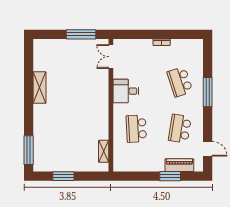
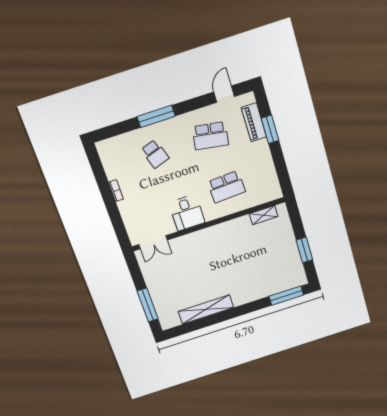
window: (81, 34) -> (148, 305), moved
school desk: (180, 82) -> (155, 154), width x0.54
shelving: (40, 88) -> (206, 309), width x1.47

